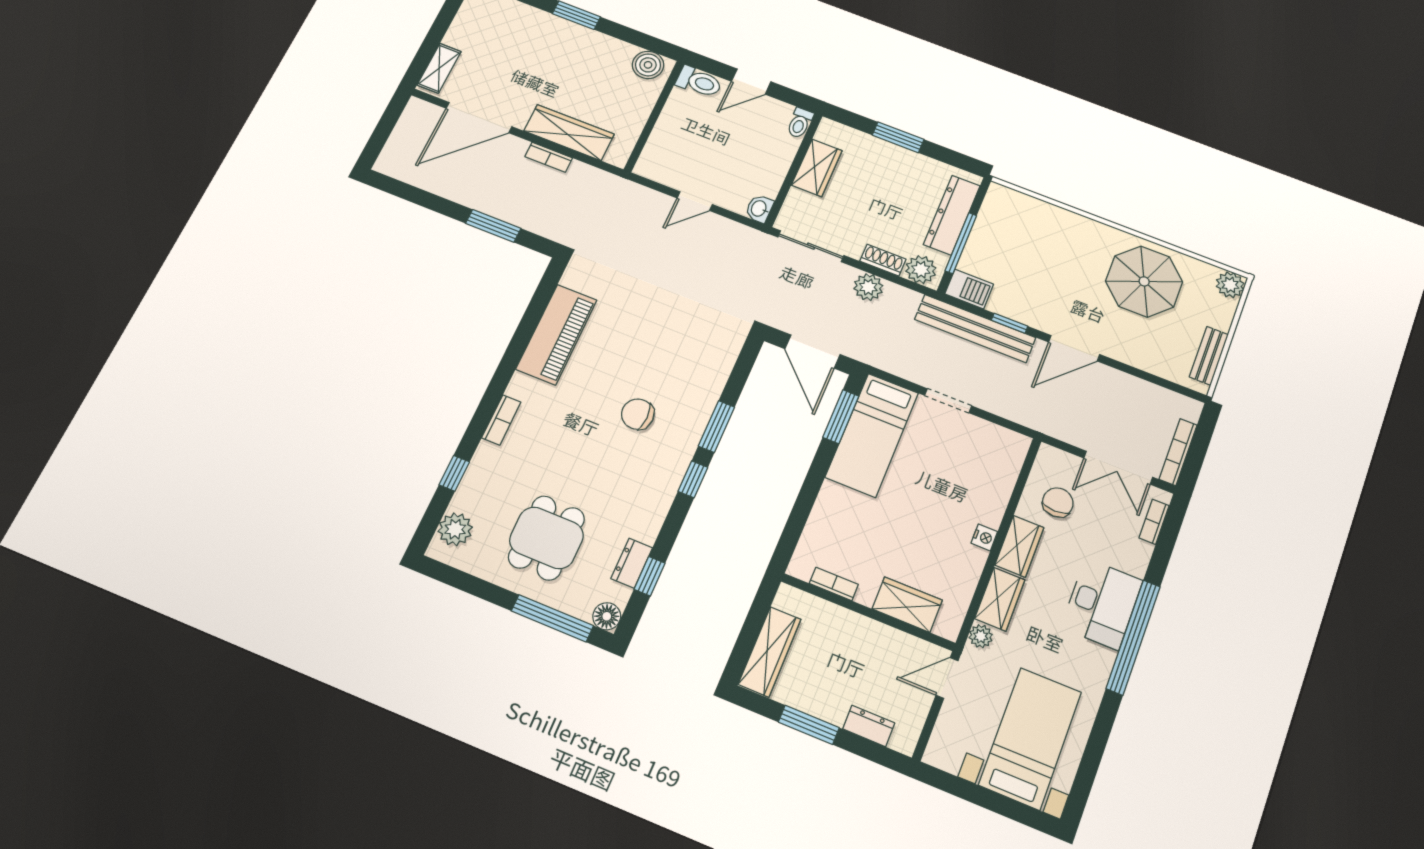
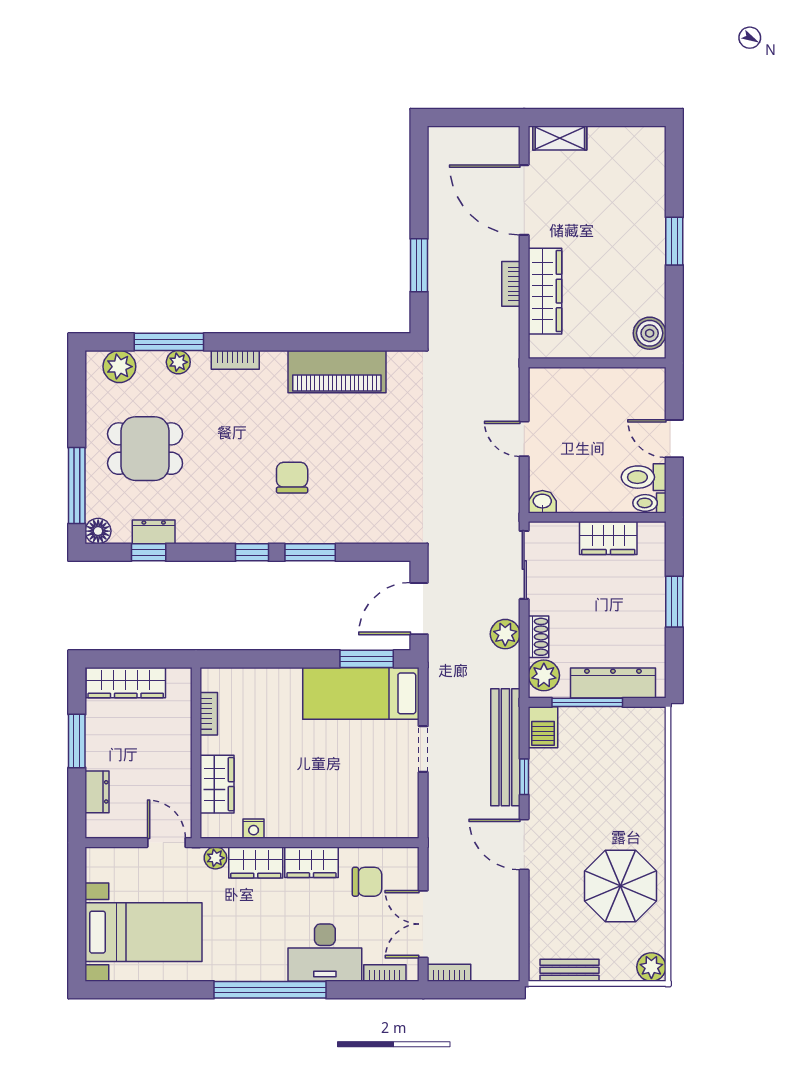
toilet: (699, 82) -> (644, 477), moved, turned 90
bookcase: (1178, 452) -> (449, 973), width x0.64
window: (454, 473) -> (169, 342), width x2.17
plant: (478, 473) -> (178, 362), added
nightstand: (984, 537) -> (254, 829), moved
desk: (1102, 604) -> (325, 953), moved

